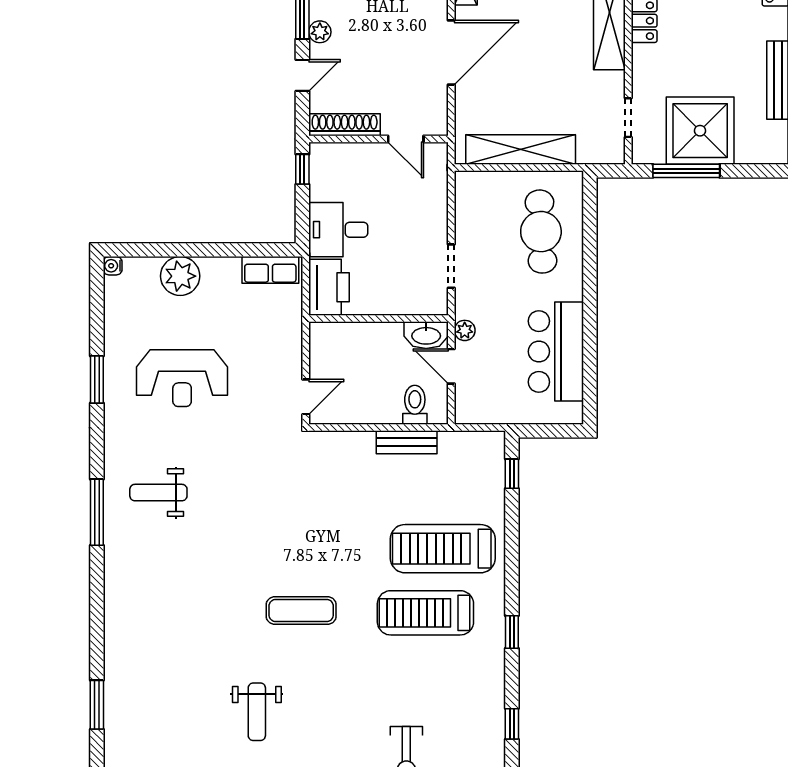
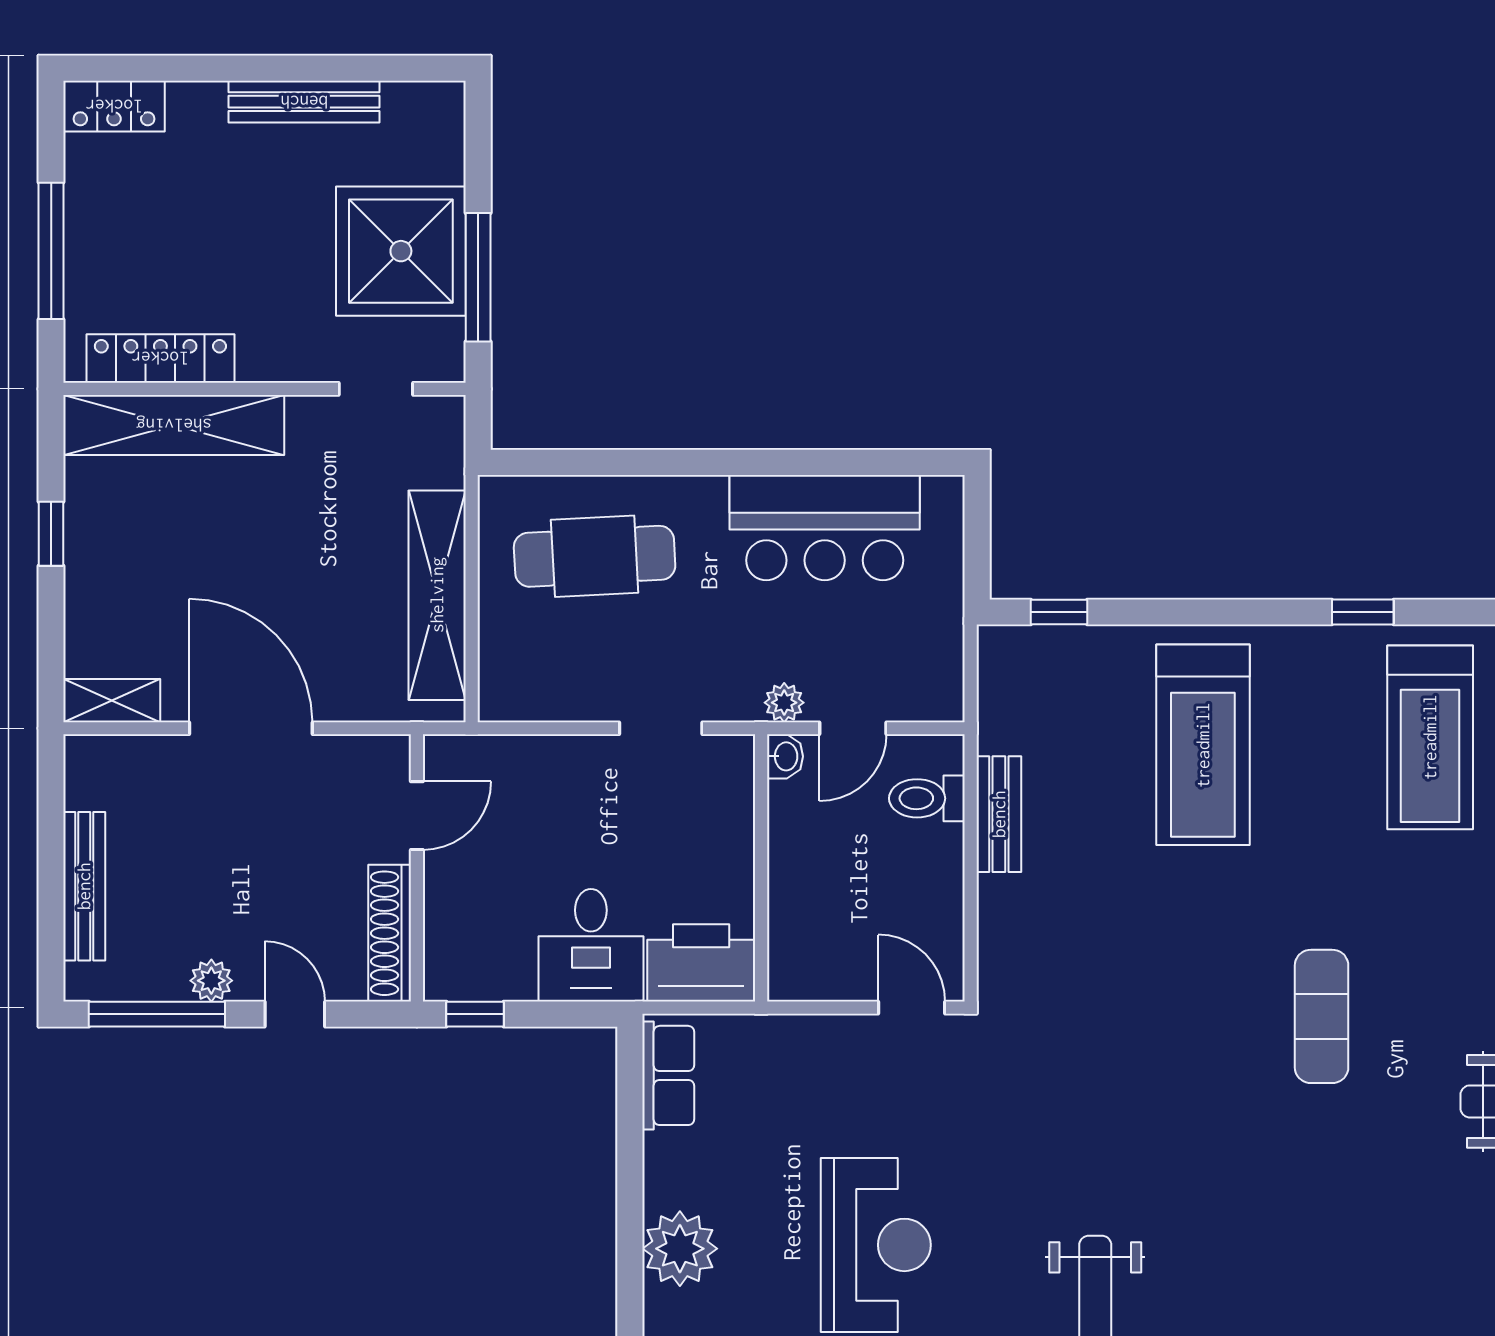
washbasin: (426, 335) -> (785, 756), width x0.52, depth x0.69
treadmill: (425, 613) -> (1430, 737), moved

